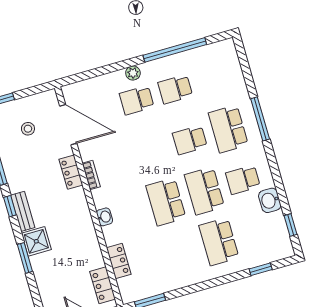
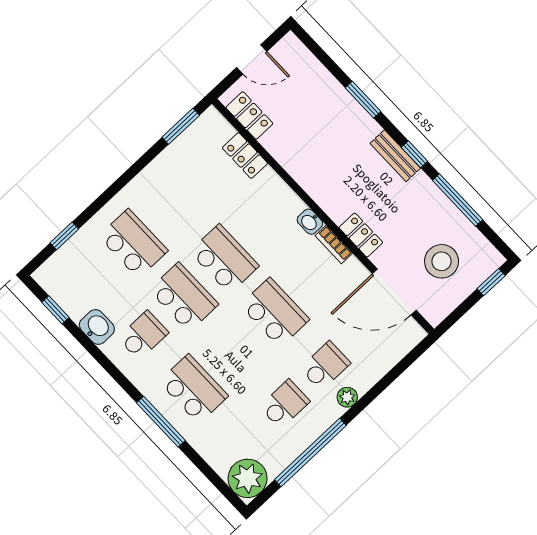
plant: (223, 54) -> (248, 478), added
stool: (28, 129) -> (442, 261), width x1.89, depth x1.89
school desk: (190, 140) -> (275, 312), moved, width x1.85
washbasin: (105, 217) -> (310, 222), moved
shower: (36, 241) -> (359, 127), removed

